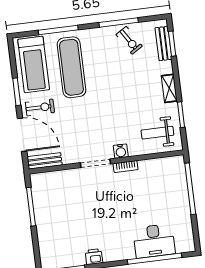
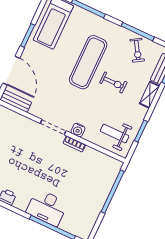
exercise mat: (71, 67) -> (88, 62), moved
shelving: (169, 88) -> (150, 95), moved
exercise bike: (40, 107) -> (113, 83), moved
desk: (154, 241) -> (47, 208), moved

